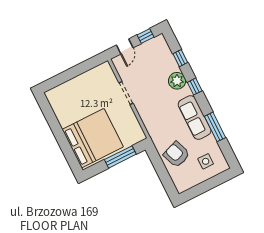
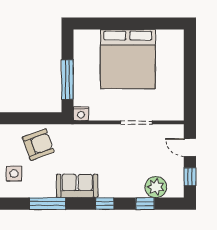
plant: (177, 81) -> (156, 187), moved
sofa: (195, 118) -> (77, 186), width x0.73
nightstand: (140, 135) -> (81, 114), added
bed: (93, 138) -> (128, 59), moved

